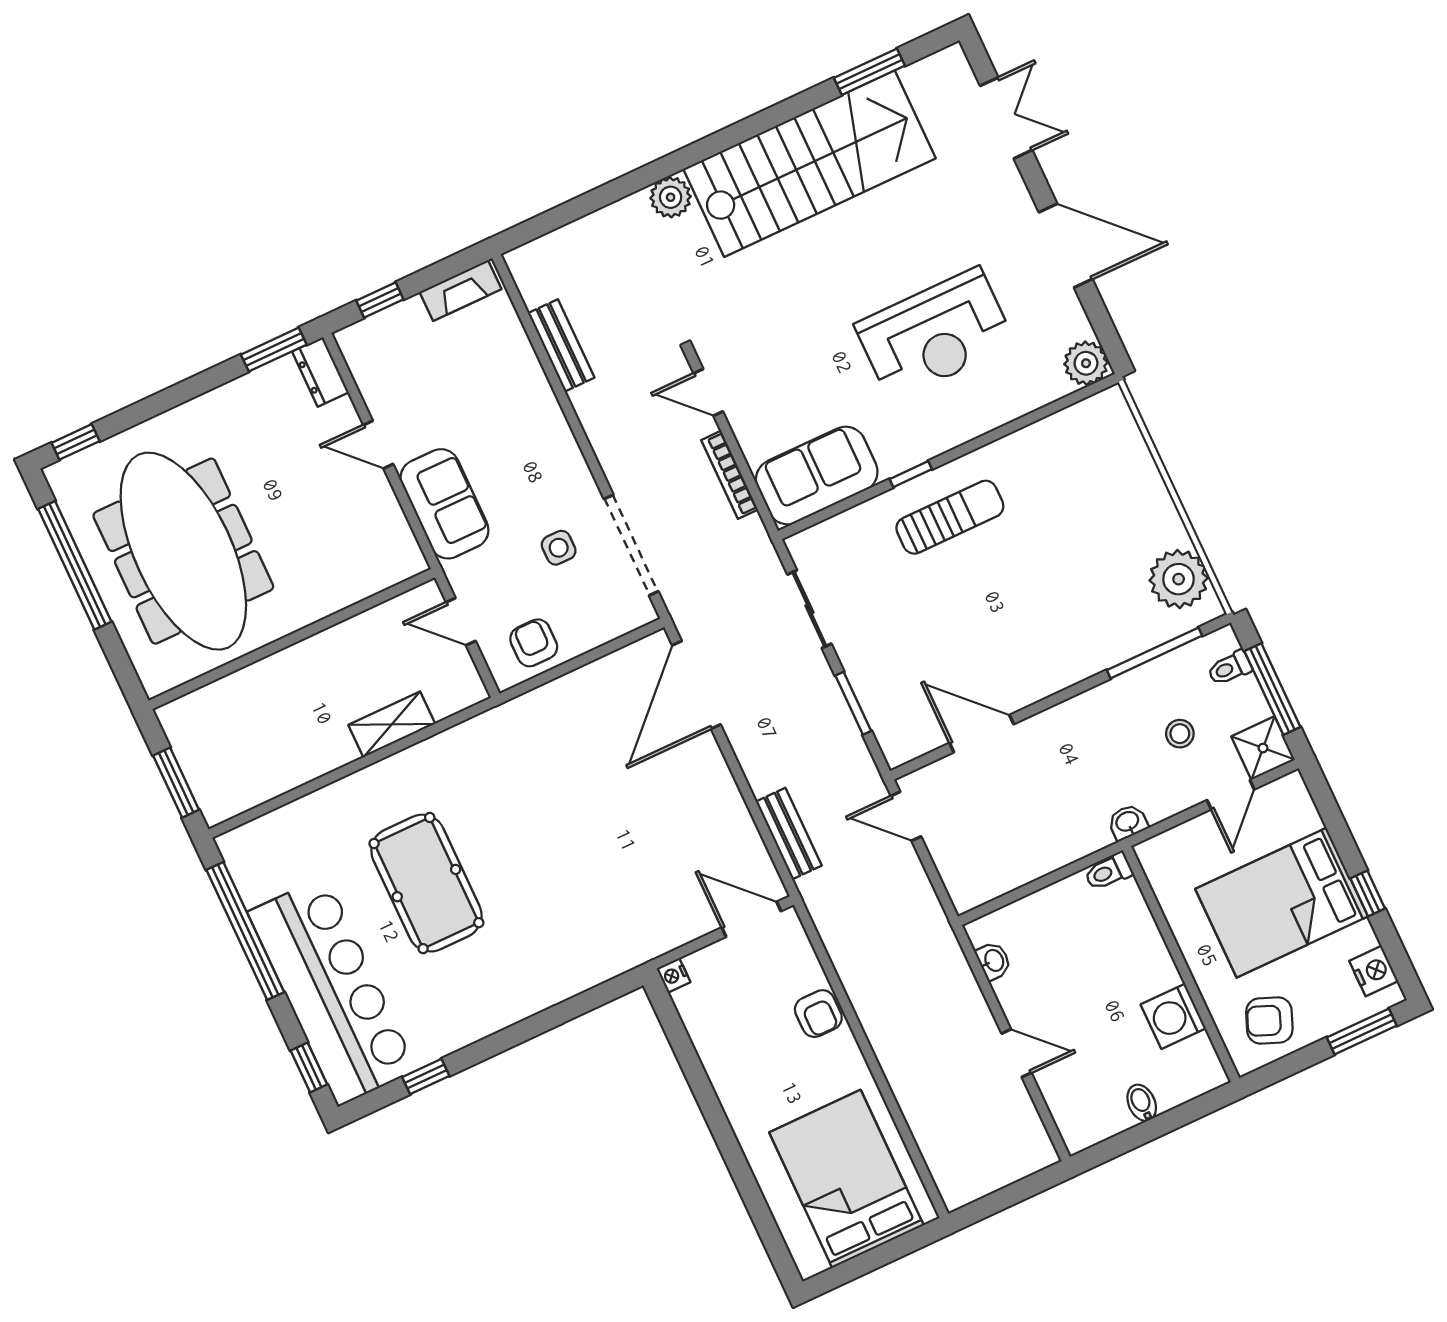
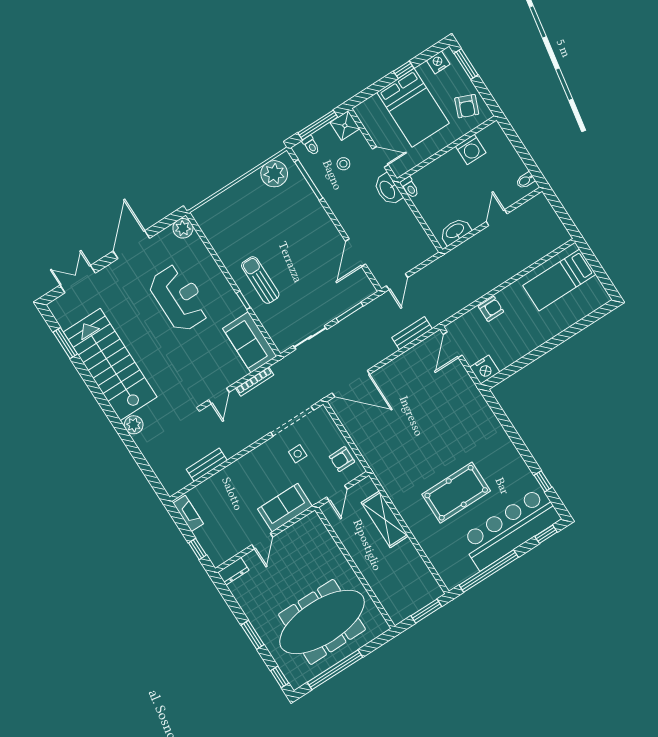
window: (274, 350) -> (253, 635), moved
shelving: (392, 724) -> (385, 519), width x1.50, depth x1.33
door: (1231, 795) -> (380, 157), moved
washbasin: (1128, 822) -> (388, 190), width x1.91, depth x1.45
washbasin: (993, 961) -> (455, 231), width x1.91, depth x1.45
nightstand: (673, 975) -> (485, 370), width x1.89, depth x1.79
bidet: (1142, 1103) -> (525, 180), moved
bed: (846, 1179) -> (559, 280), width x0.67

